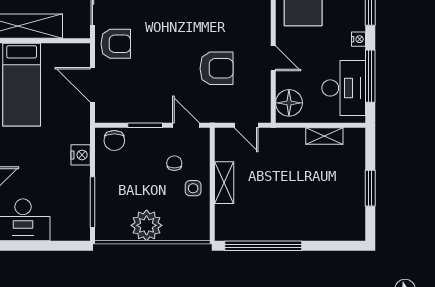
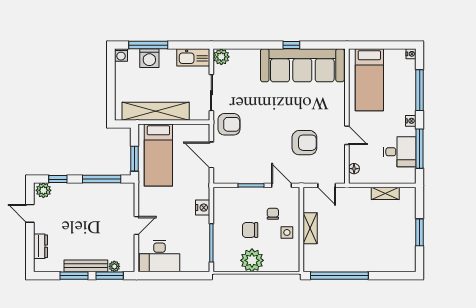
desk: (344, 88) -> (400, 152), width x0.73
floor lamp: (289, 103) -> (354, 169), width x0.53, depth x0.53
chair: (114, 140) -> (250, 230), moved, turned 90

